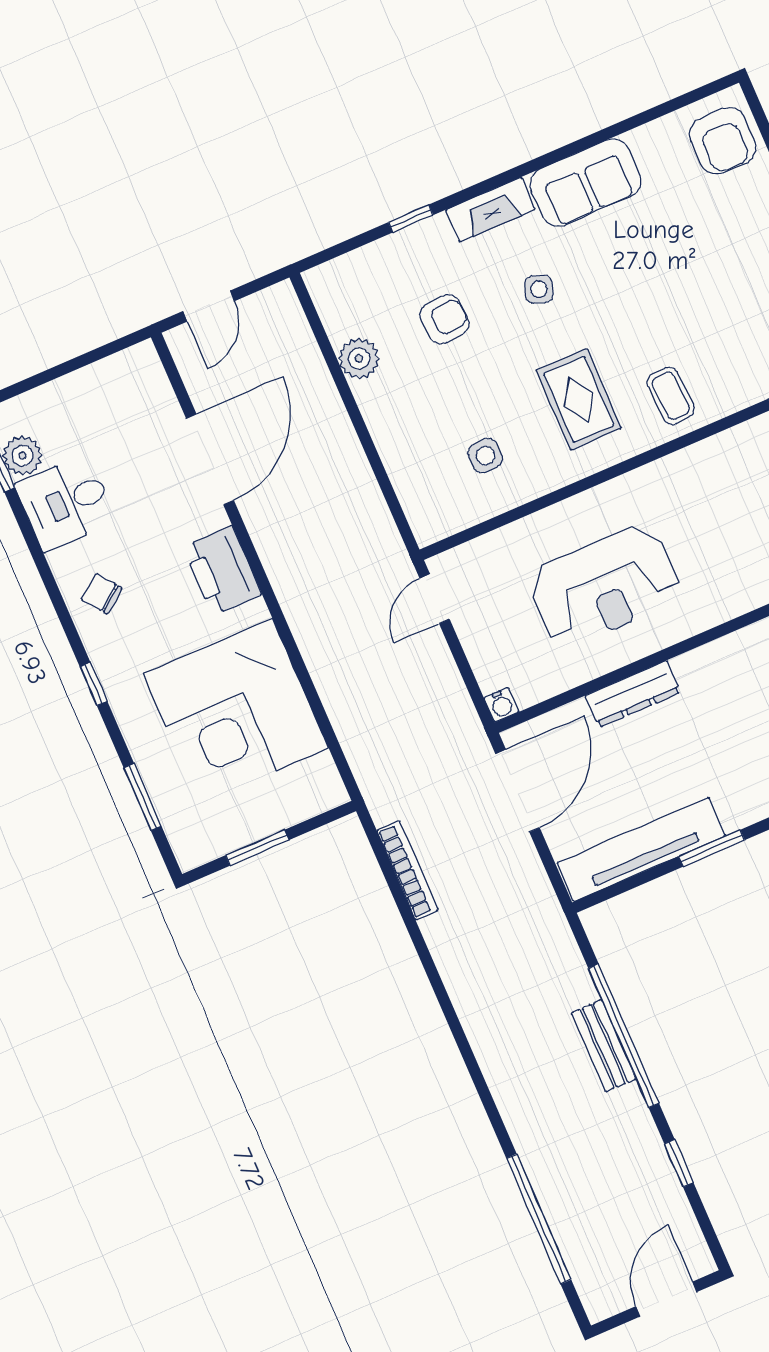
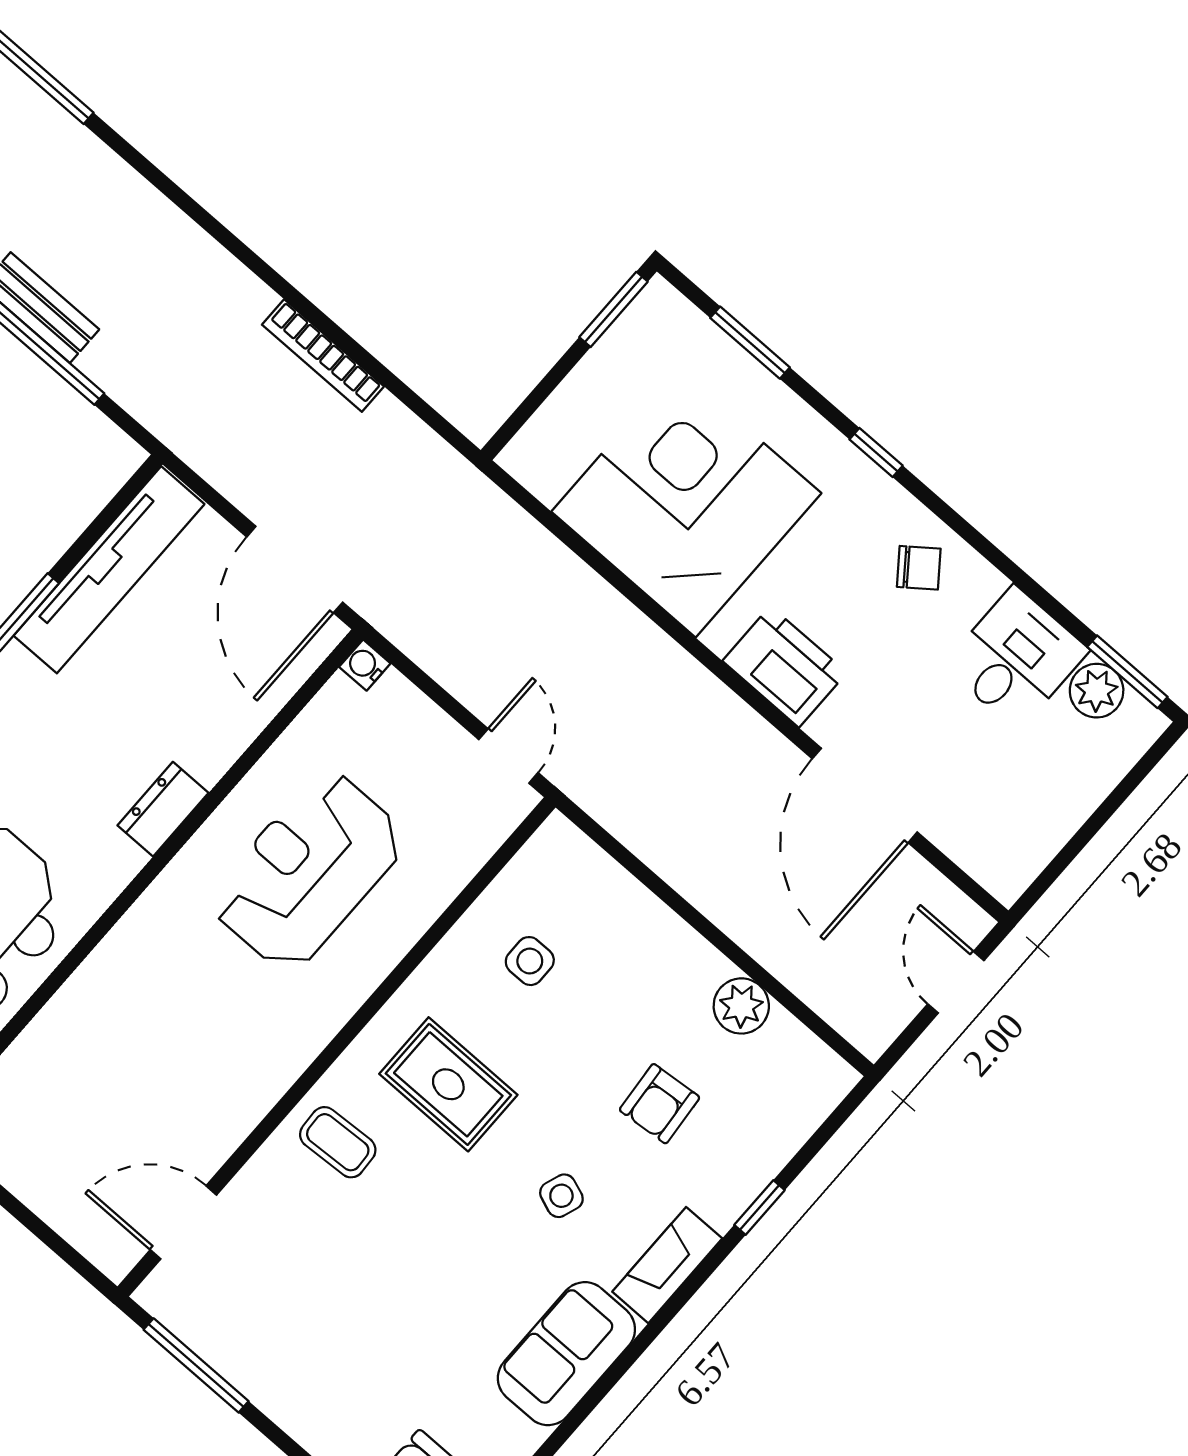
dresser: (633, 694) -> (163, 809), moved, width x0.70
window: (257, 848) -> (613, 309), moved
bookcase: (408, 870) -> (323, 356), moved

